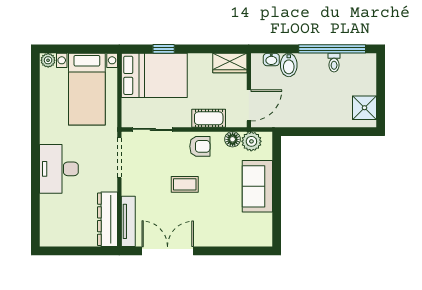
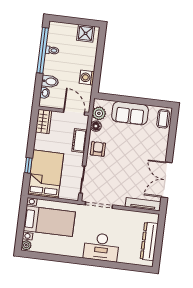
washing machine: (301, 117) -> (87, 77), added
coffee table: (185, 184) -> (163, 119), moved
dresser: (107, 219) -> (149, 241), moved, turned 90

